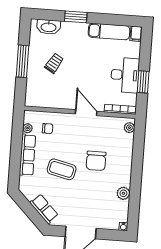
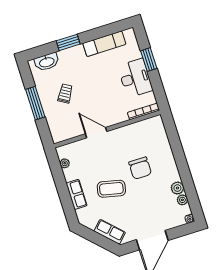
filing cabinet: (136, 34) -> (130, 36), removed
window: (143, 82) -> (149, 60), moved
door: (86, 113) -> (96, 133), moved
plant: (129, 128) -> (182, 200), moved
chair: (48, 129) -> (83, 156), removed
row of seats: (27, 155) -> (77, 194), width x0.68

